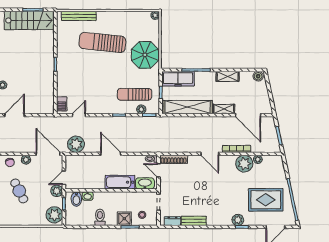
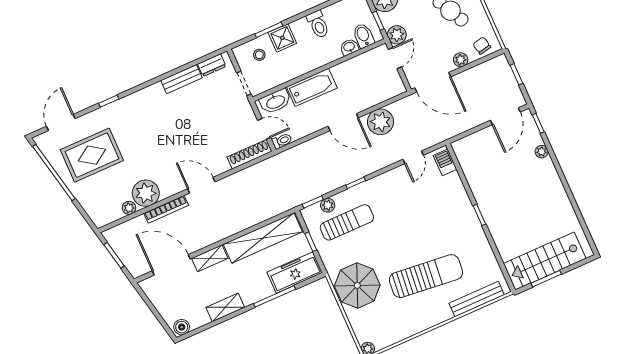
plant: (76, 144) -> (381, 122), moved
plant: (238, 220) -> (119, 108), removed

